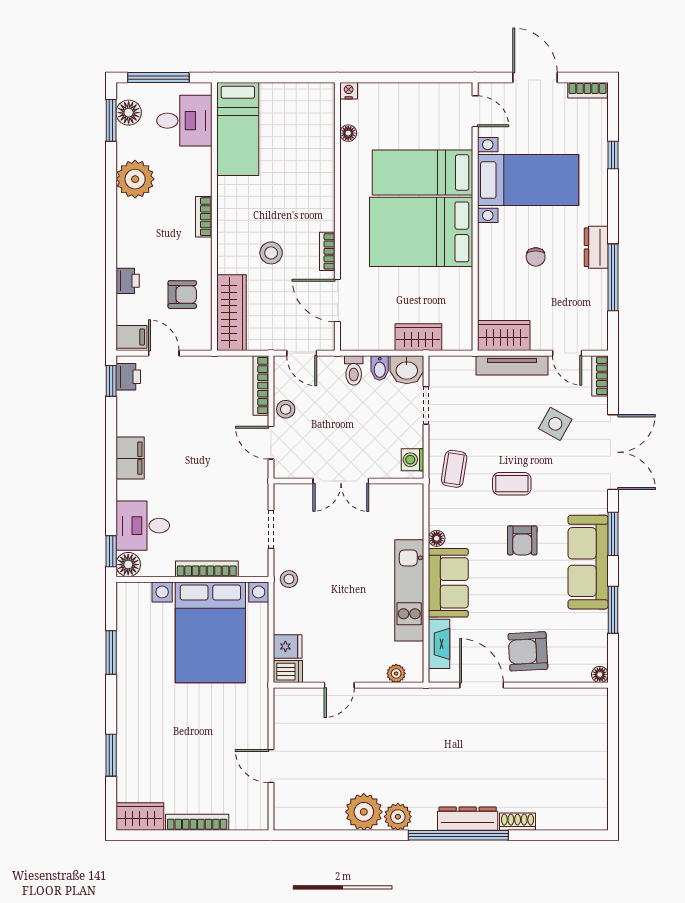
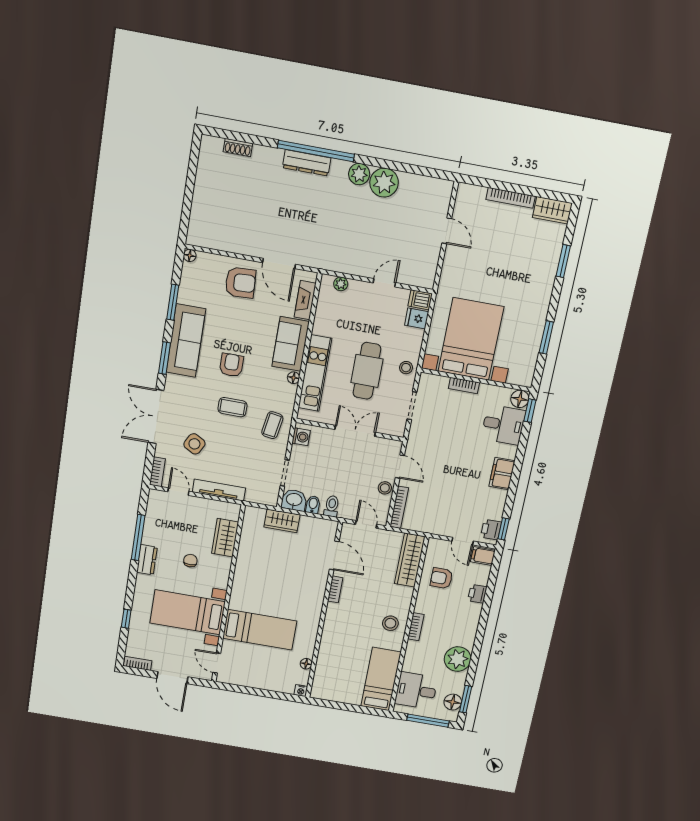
bed: (421, 232) -> (268, 591), removed
stool: (271, 253) -> (390, 623), moved
wardrobe: (504, 335) -> (225, 538), moved, turned 90
cafe table: (340, 565) -> (367, 371), added
bookcase: (207, 569) -> (464, 386), width x0.64
kitchen unit: (409, 590) -> (315, 373), moved
shoe rack: (518, 822) -> (238, 148), moved

